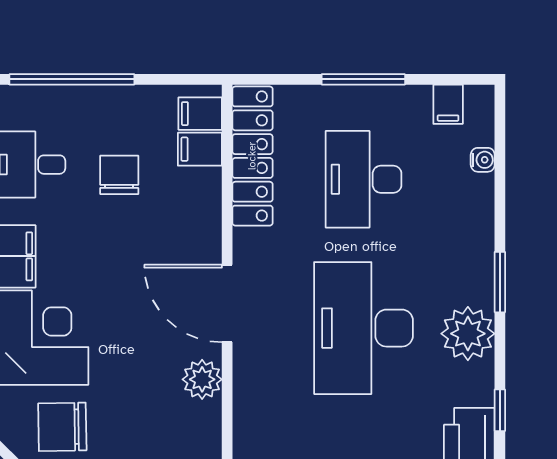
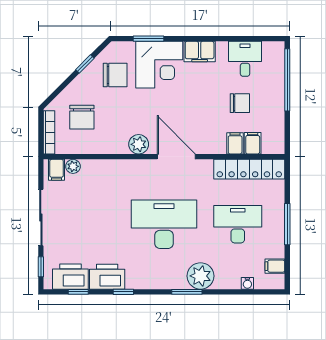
filing cabinet: (200, 114) -> (235, 143), moved
door: (227, 303) -> (176, 157), hinge flipped
plant: (468, 334) -> (200, 276), moved
chair: (62, 427) -> (115, 75), turned 91

